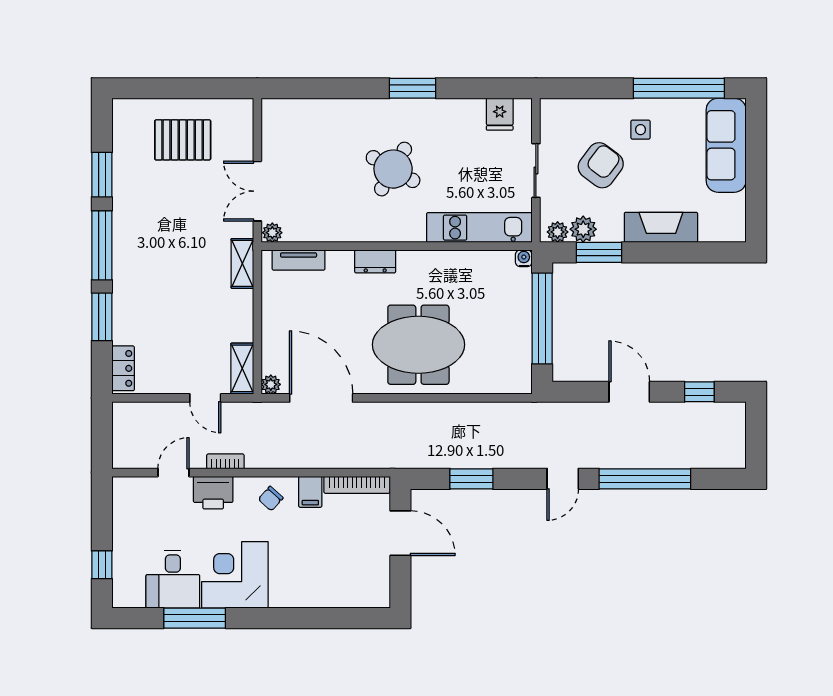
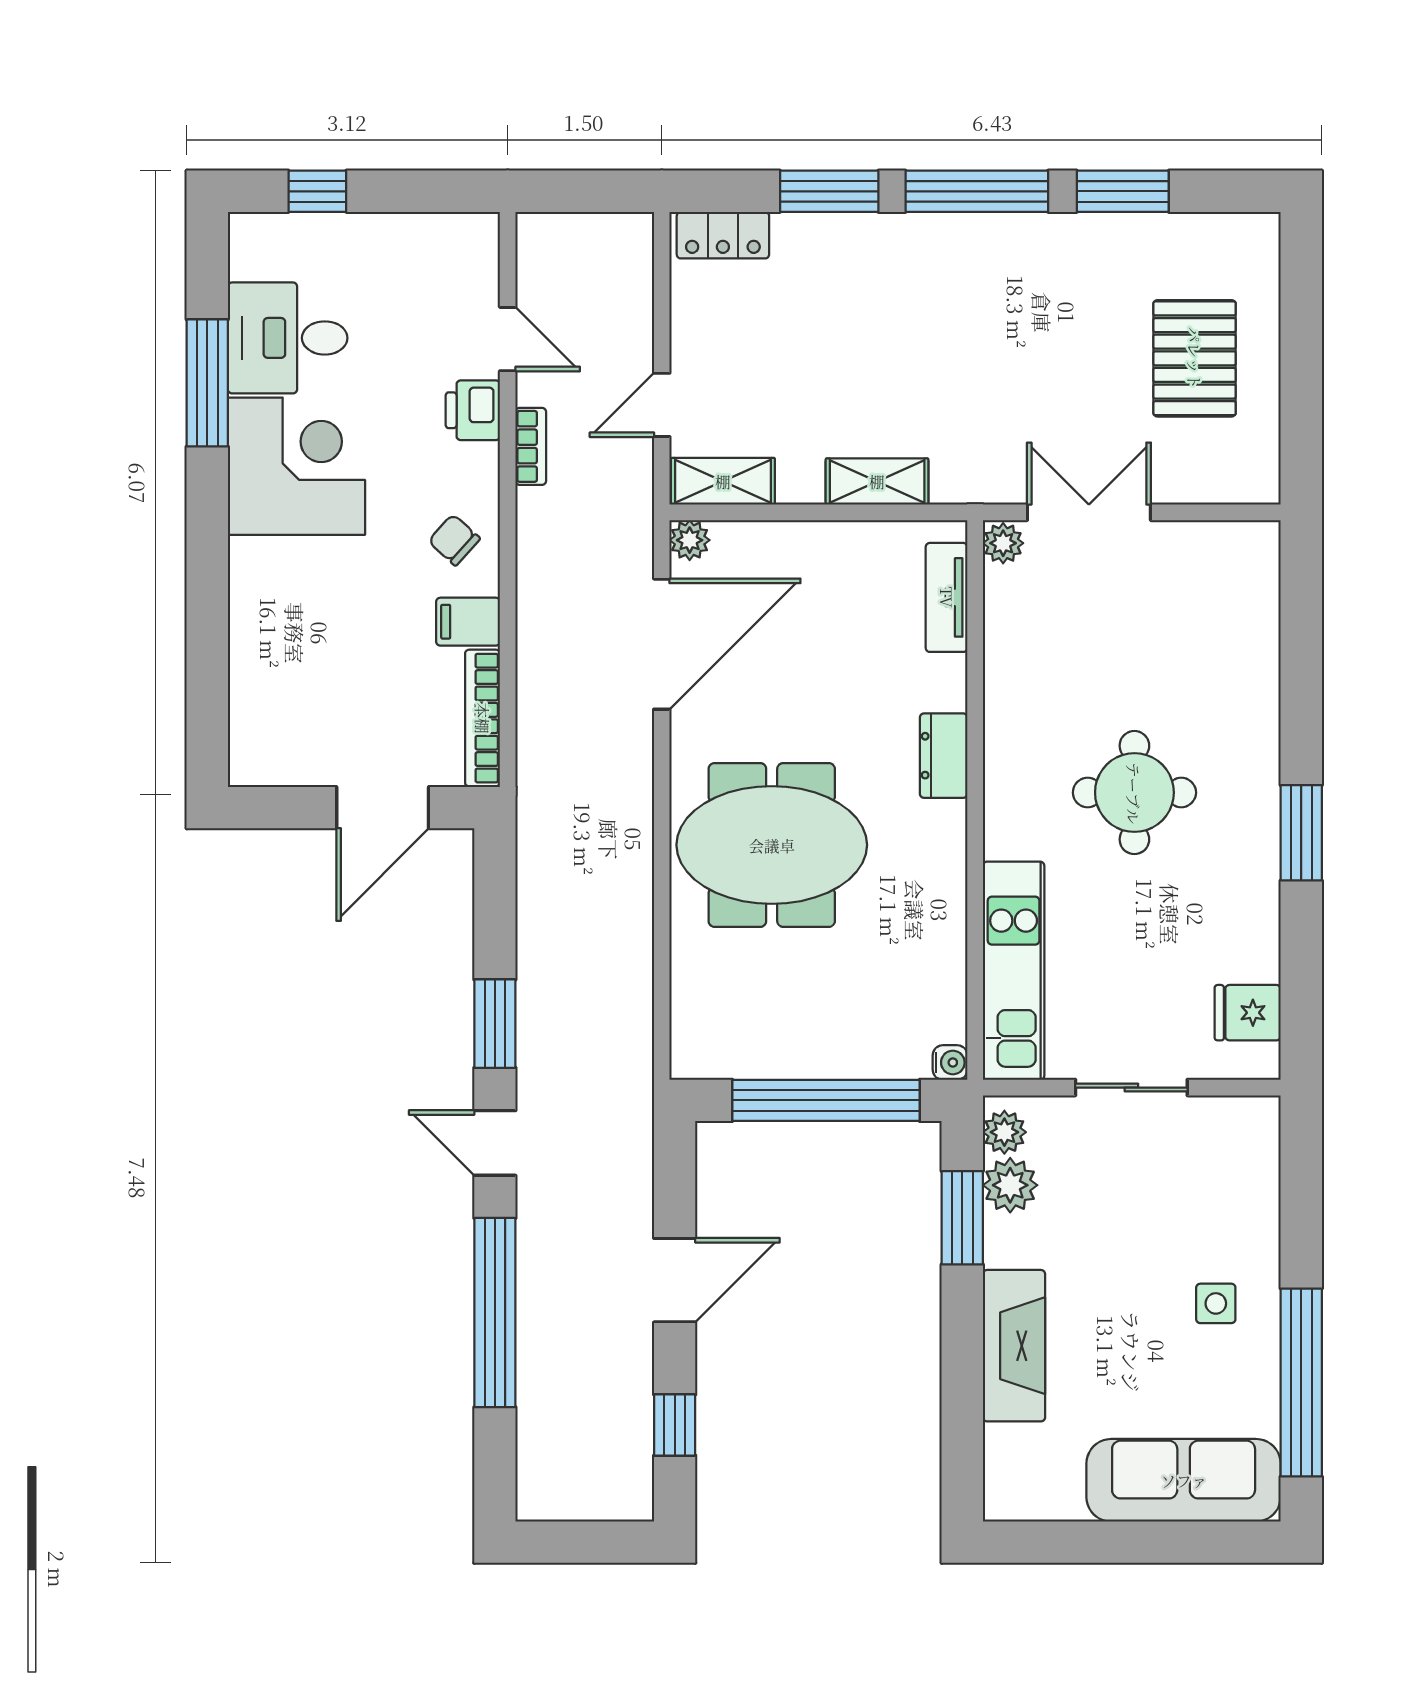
armchair: (601, 165) -> (1142, 1221), removed
round table: (393, 169) -> (1134, 793), turned -30
shelving: (242, 263) -> (877, 481), moved
meeting table: (418, 345) -> (772, 845), turned 90
window: (471, 479) -> (495, 1024), moved
printer: (213, 493) -> (473, 410), width x0.73, depth x0.81

